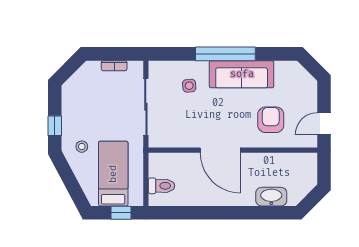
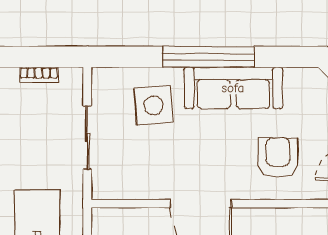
side table: (189, 86) -> (153, 105), width x1.87, depth x1.87
sliding door: (146, 107) -> (87, 137), width x0.73

